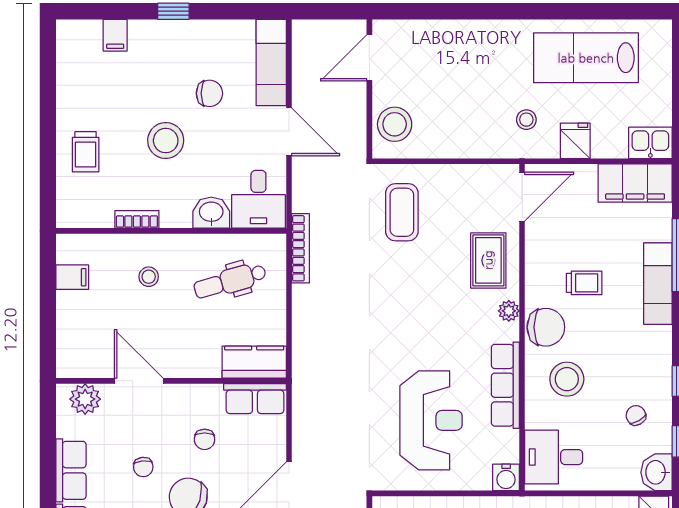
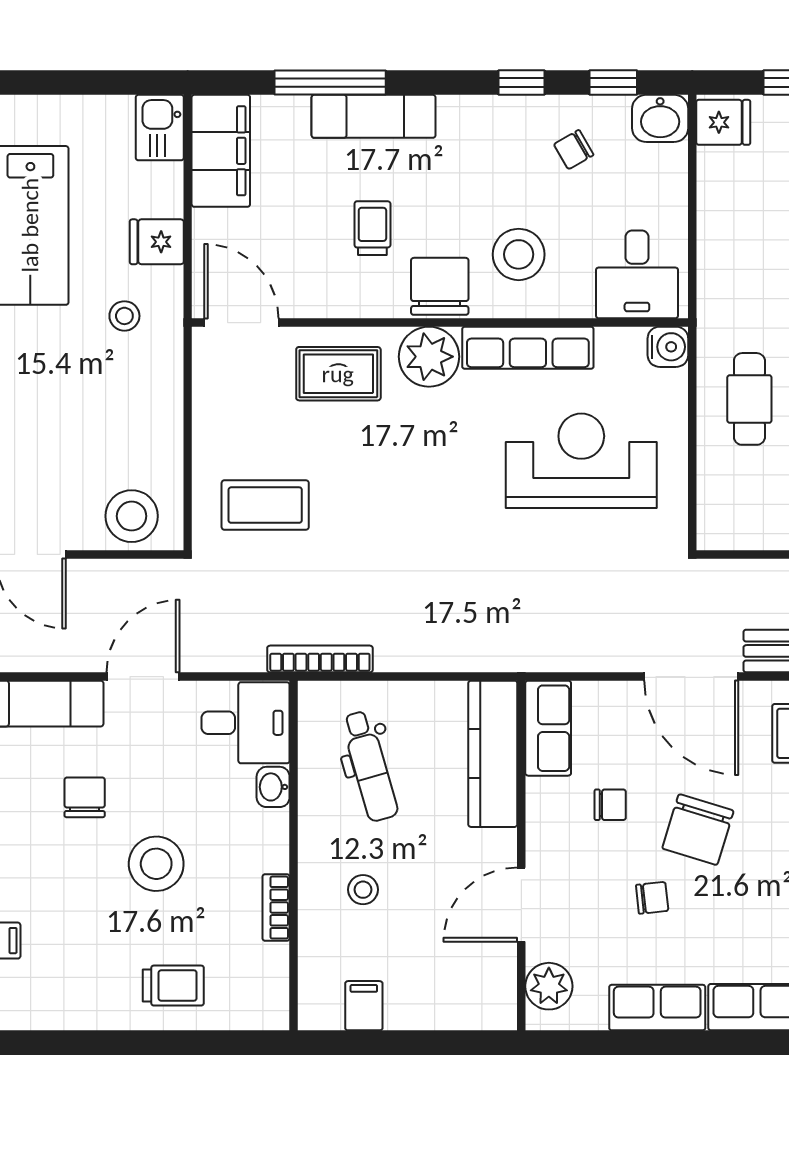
washbasin: (211, 213) -> (273, 787), width x0.72, depth x0.69
plant: (509, 311) -> (429, 357), width x1.87, depth x1.87
kitchen counter: (254, 362) -> (493, 754), width x1.50

